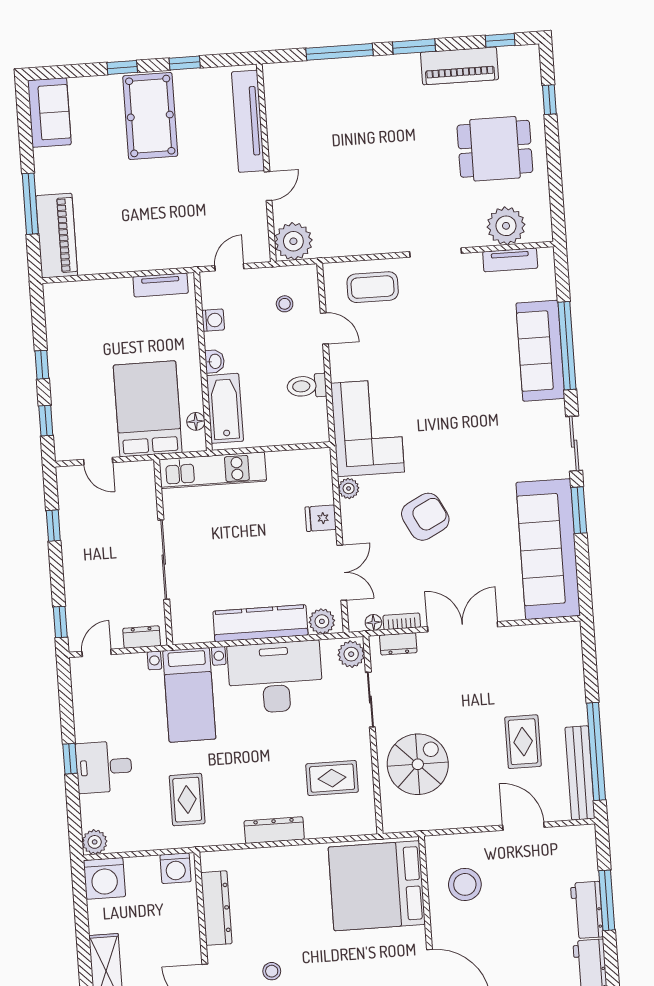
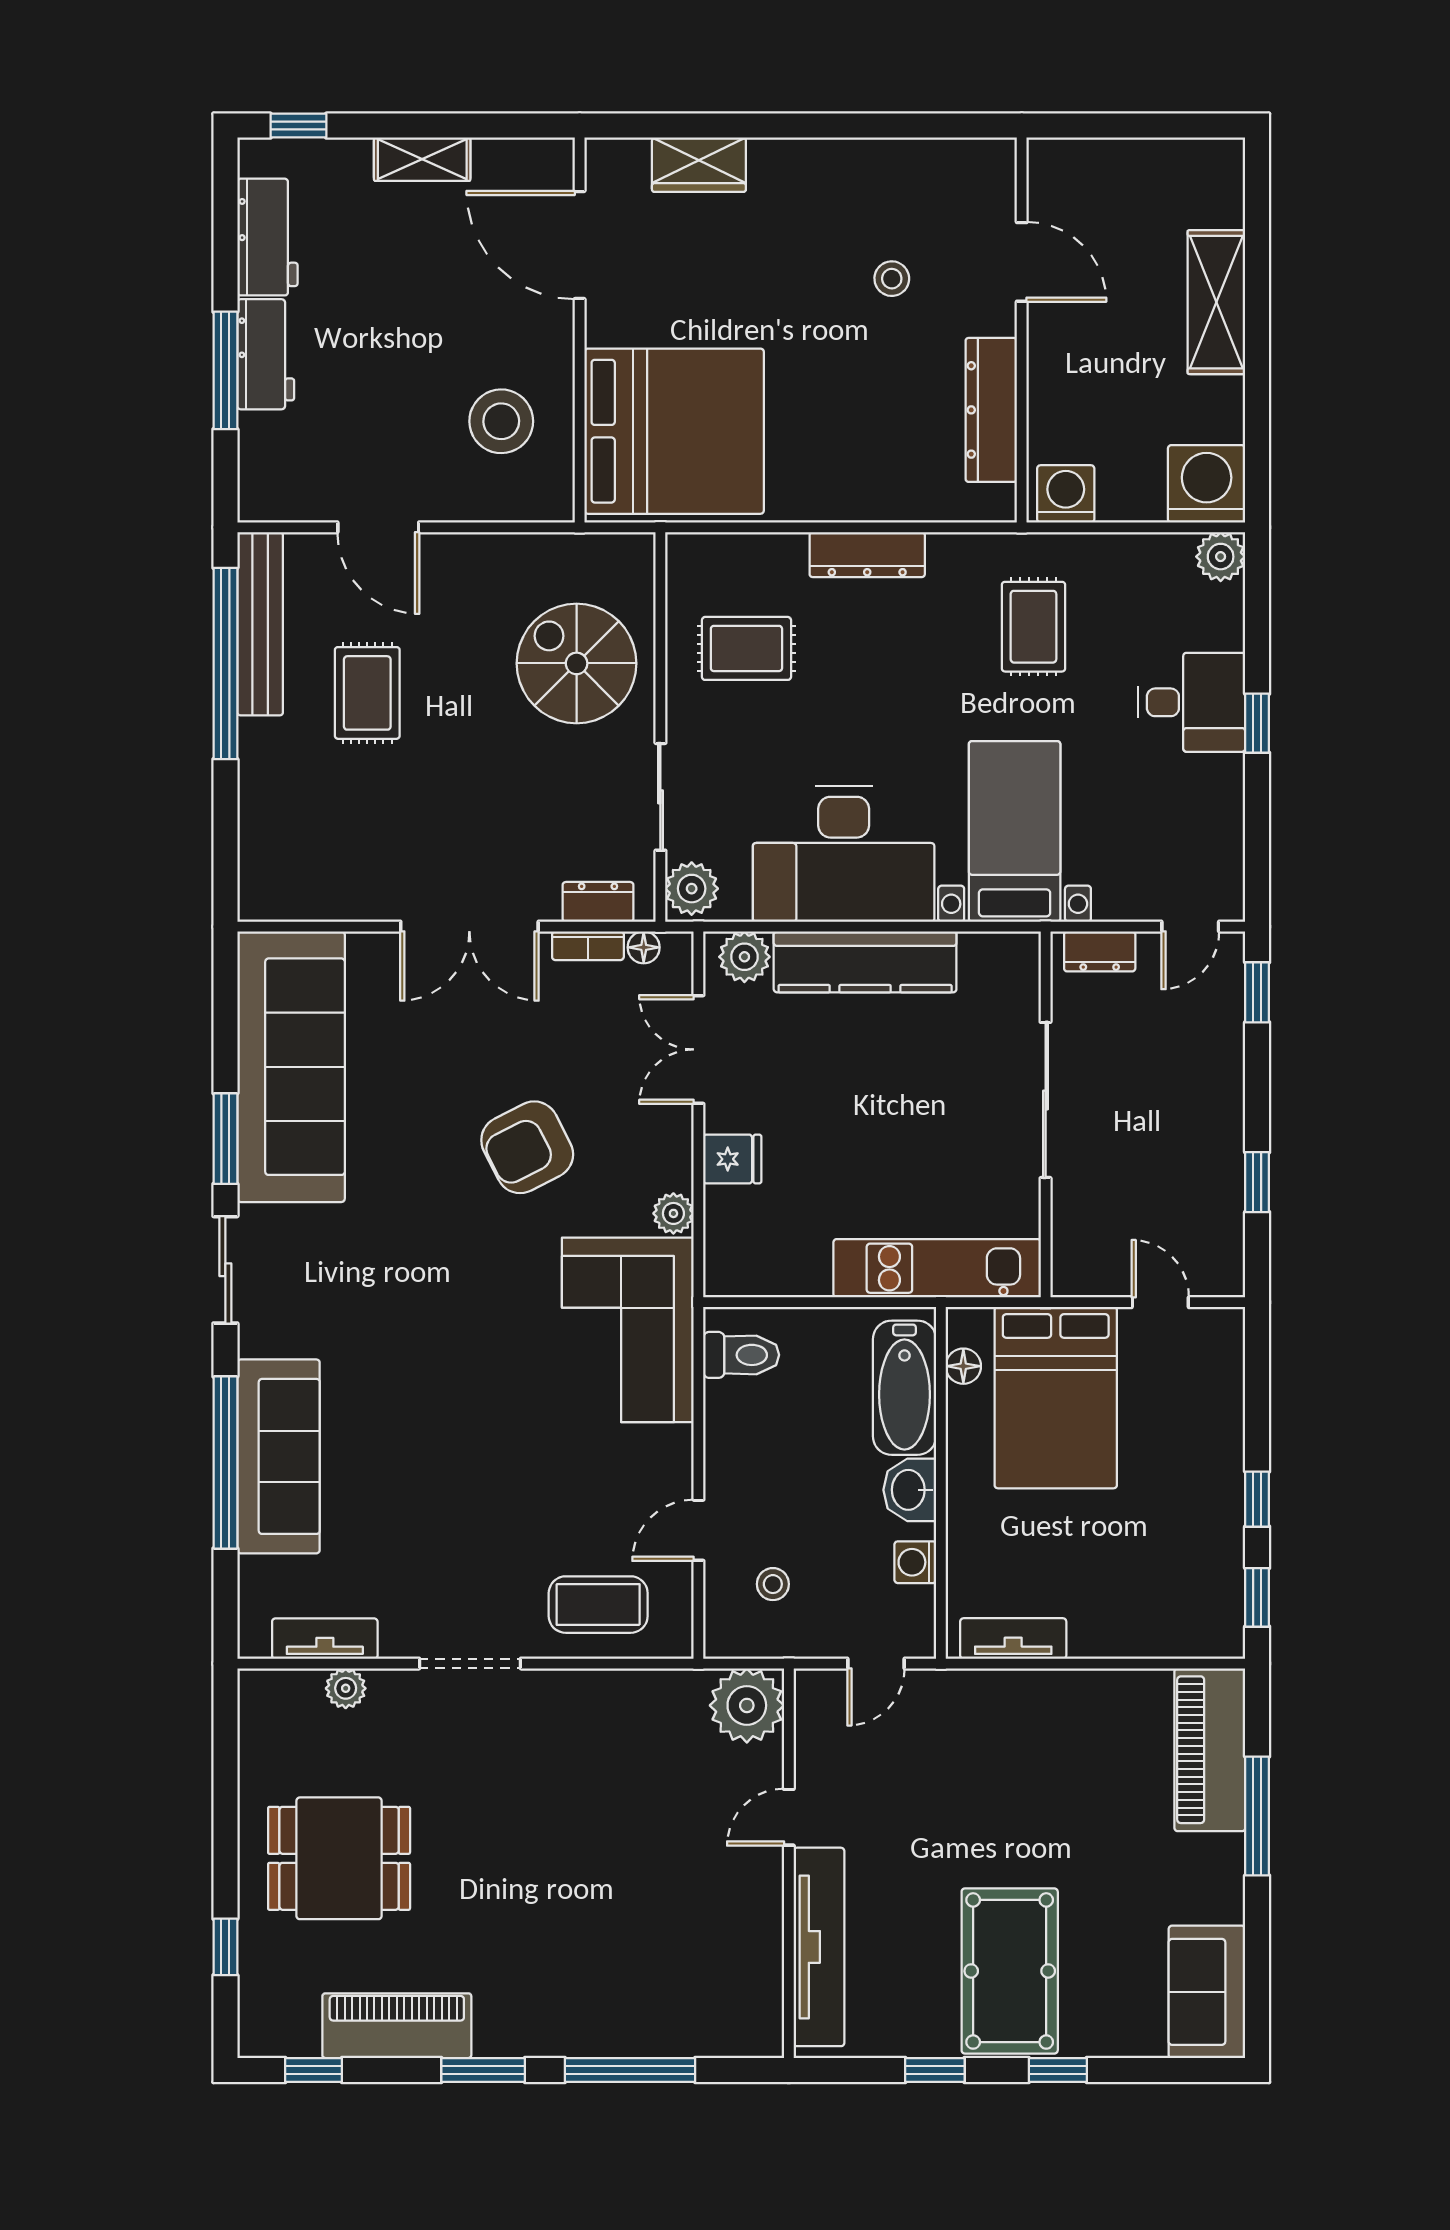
plant: (506, 226) -> (346, 1688), width x0.53, depth x0.53
door: (324, 328) -> (698, 1530), hinge flipped
washbasin: (215, 361) -> (910, 1490), width x1.38, depth x1.45
toilet: (307, 386) -> (741, 1355), moved
window: (46, 421) -> (1257, 1597), moved
spiral stairs: (418, 764) -> (577, 663), turned 90

